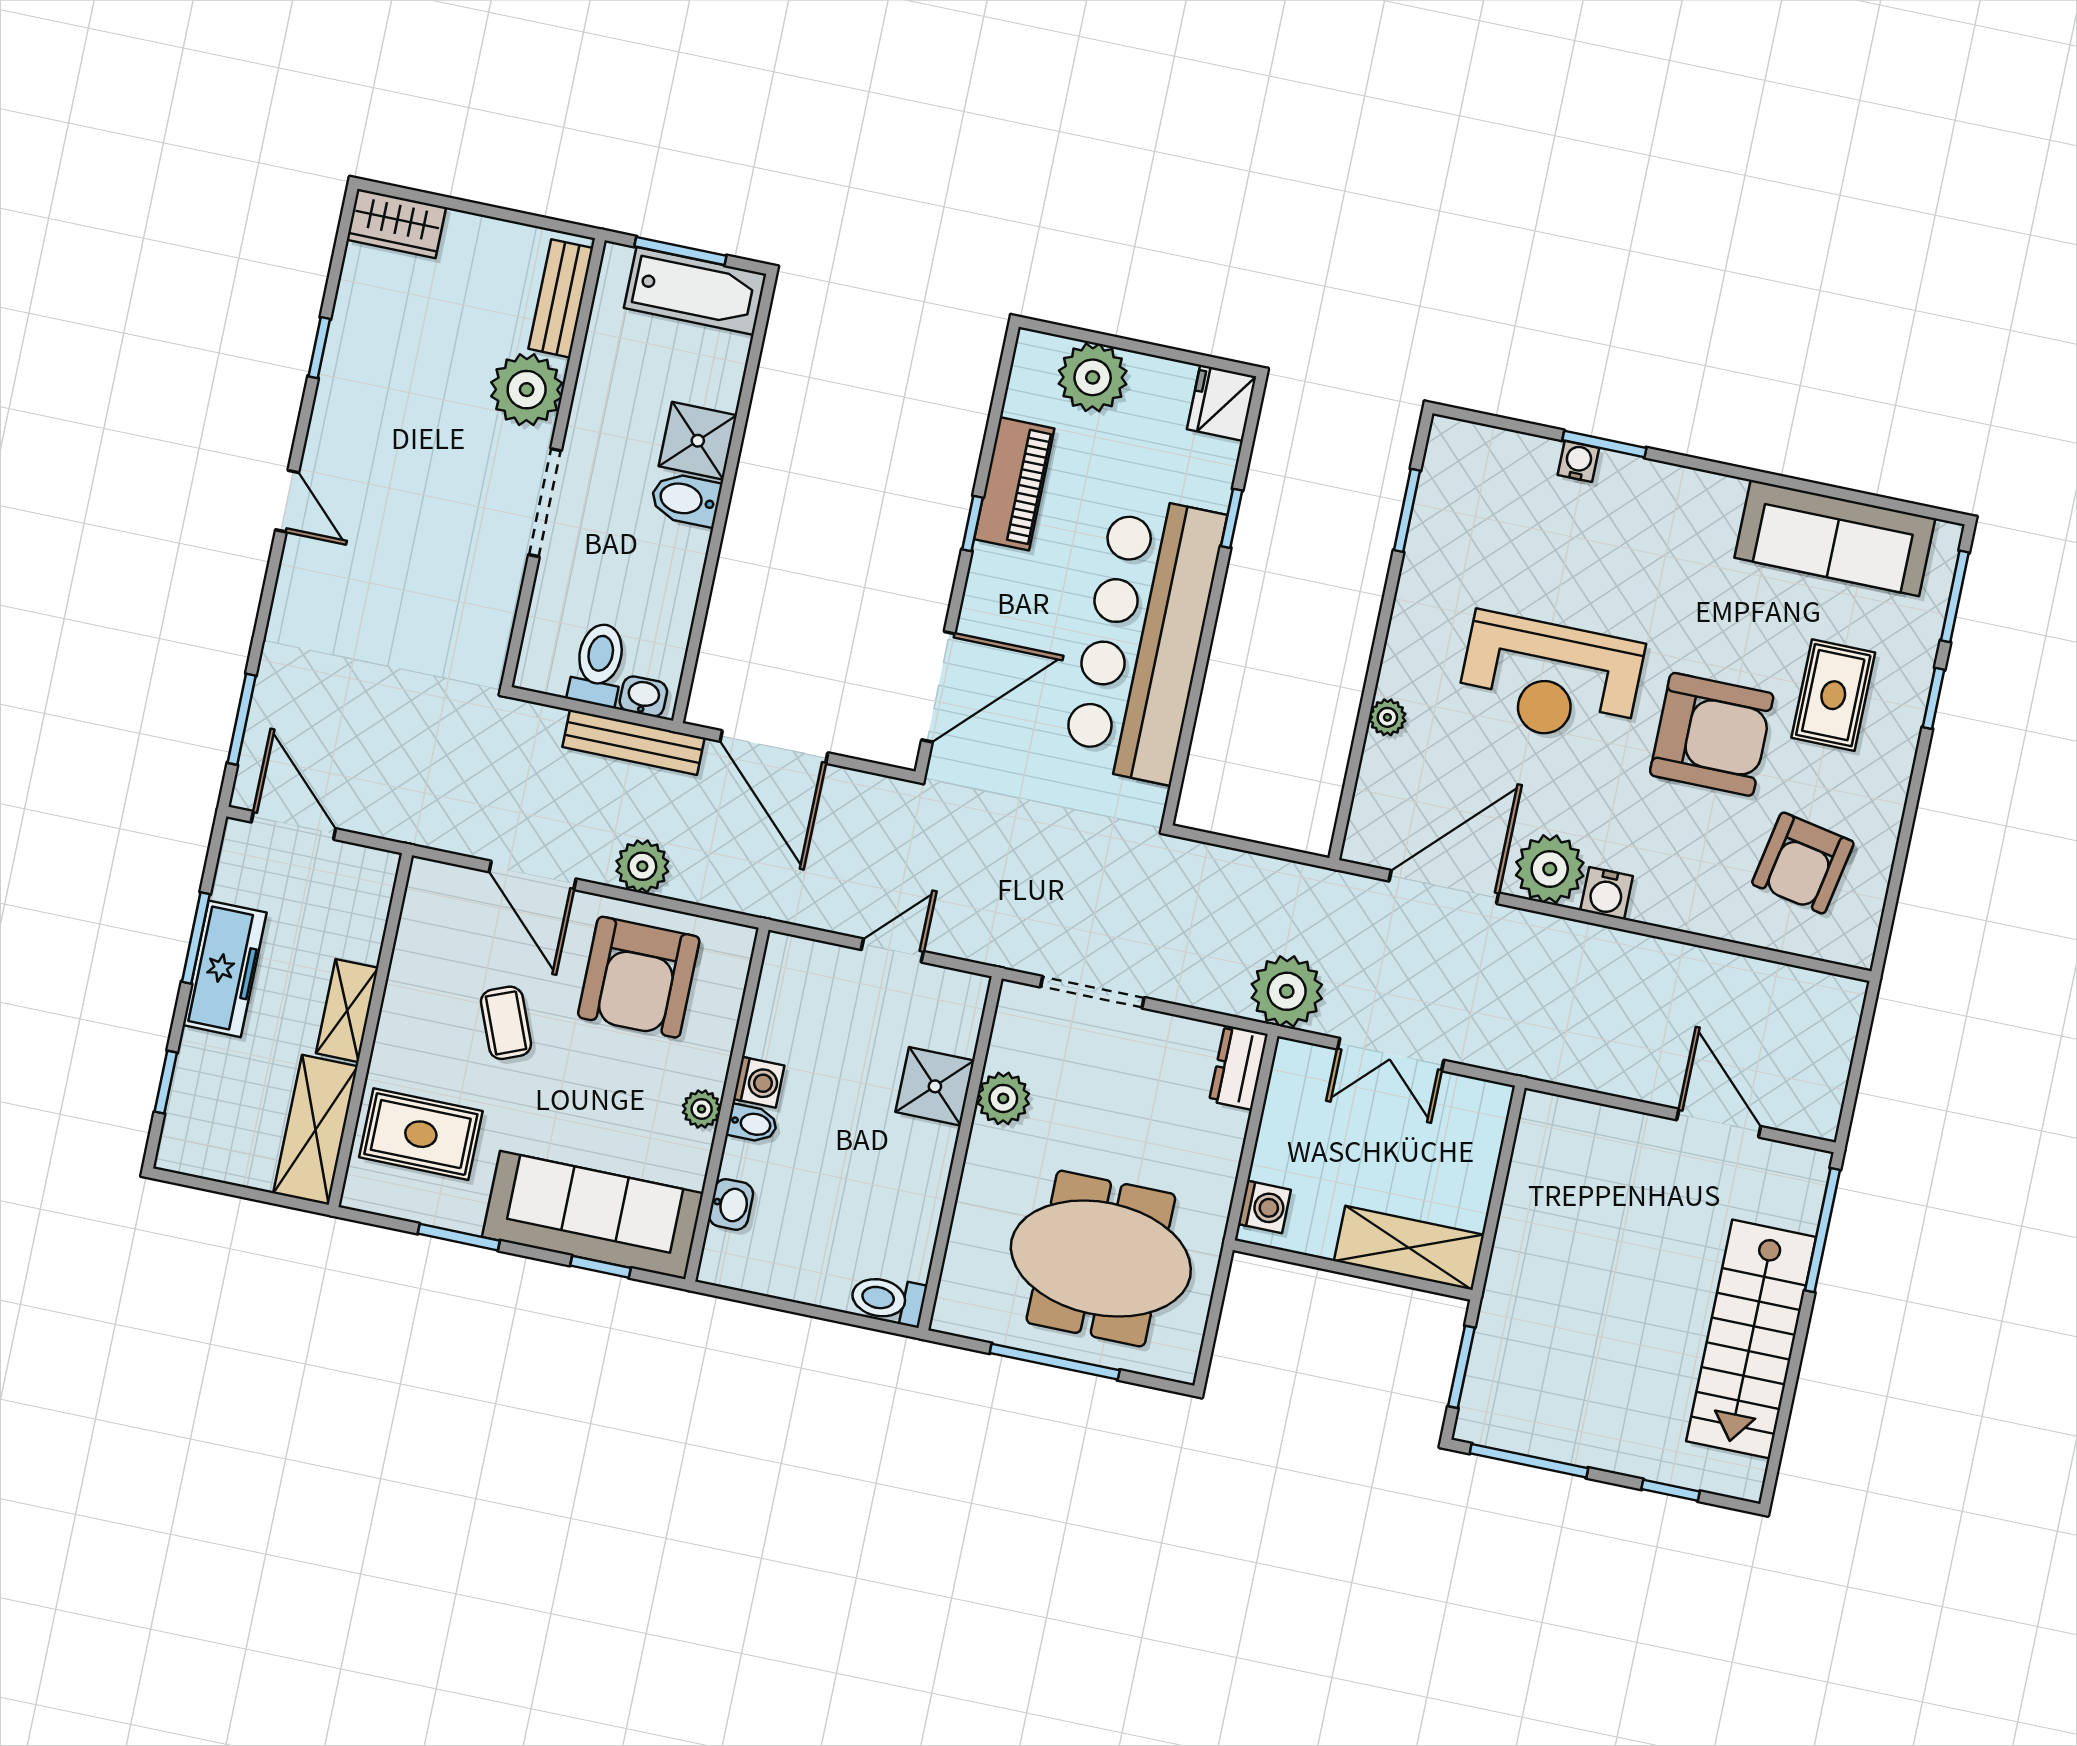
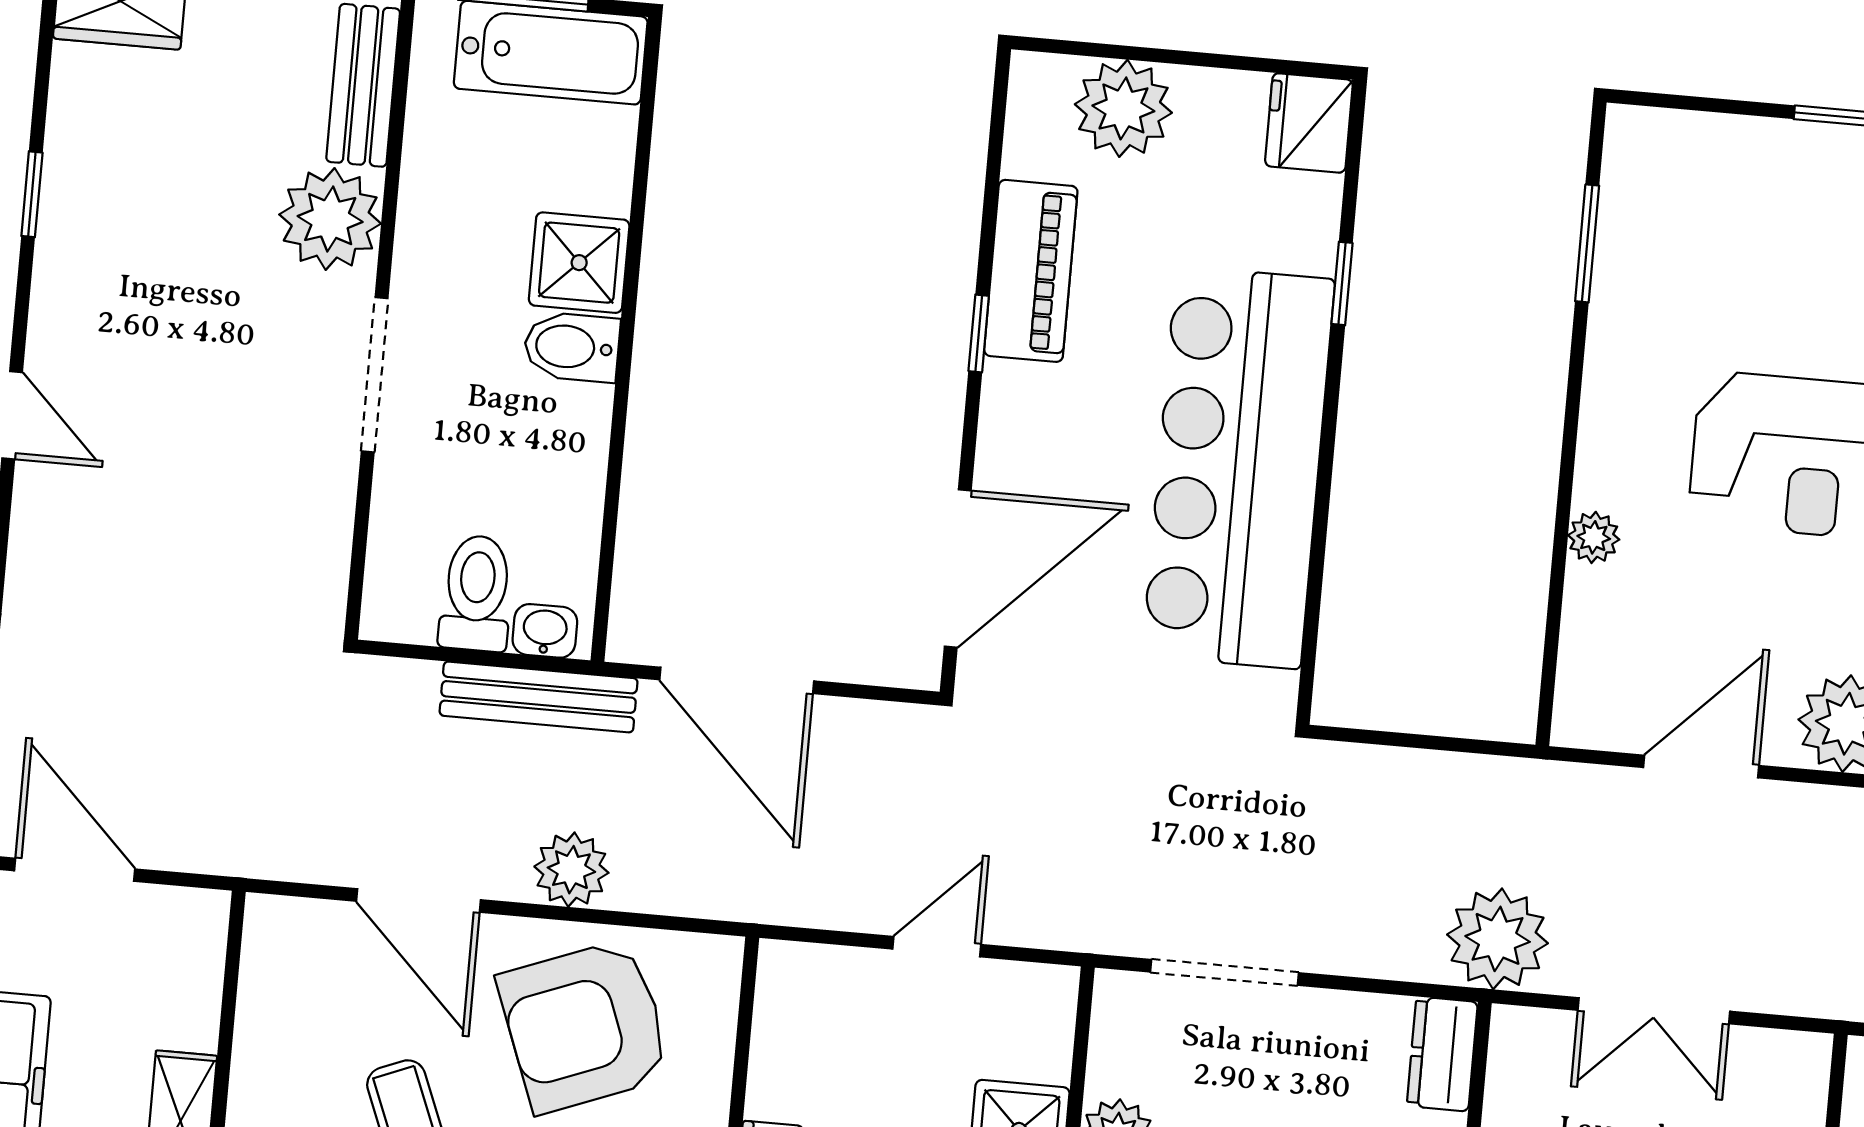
water cooler: (1578, 461) -> (1820, 146), removed
door: (1444, 887) -> (1701, 766), width x0.73
armchair: (639, 977) -> (585, 1026), turned 69

